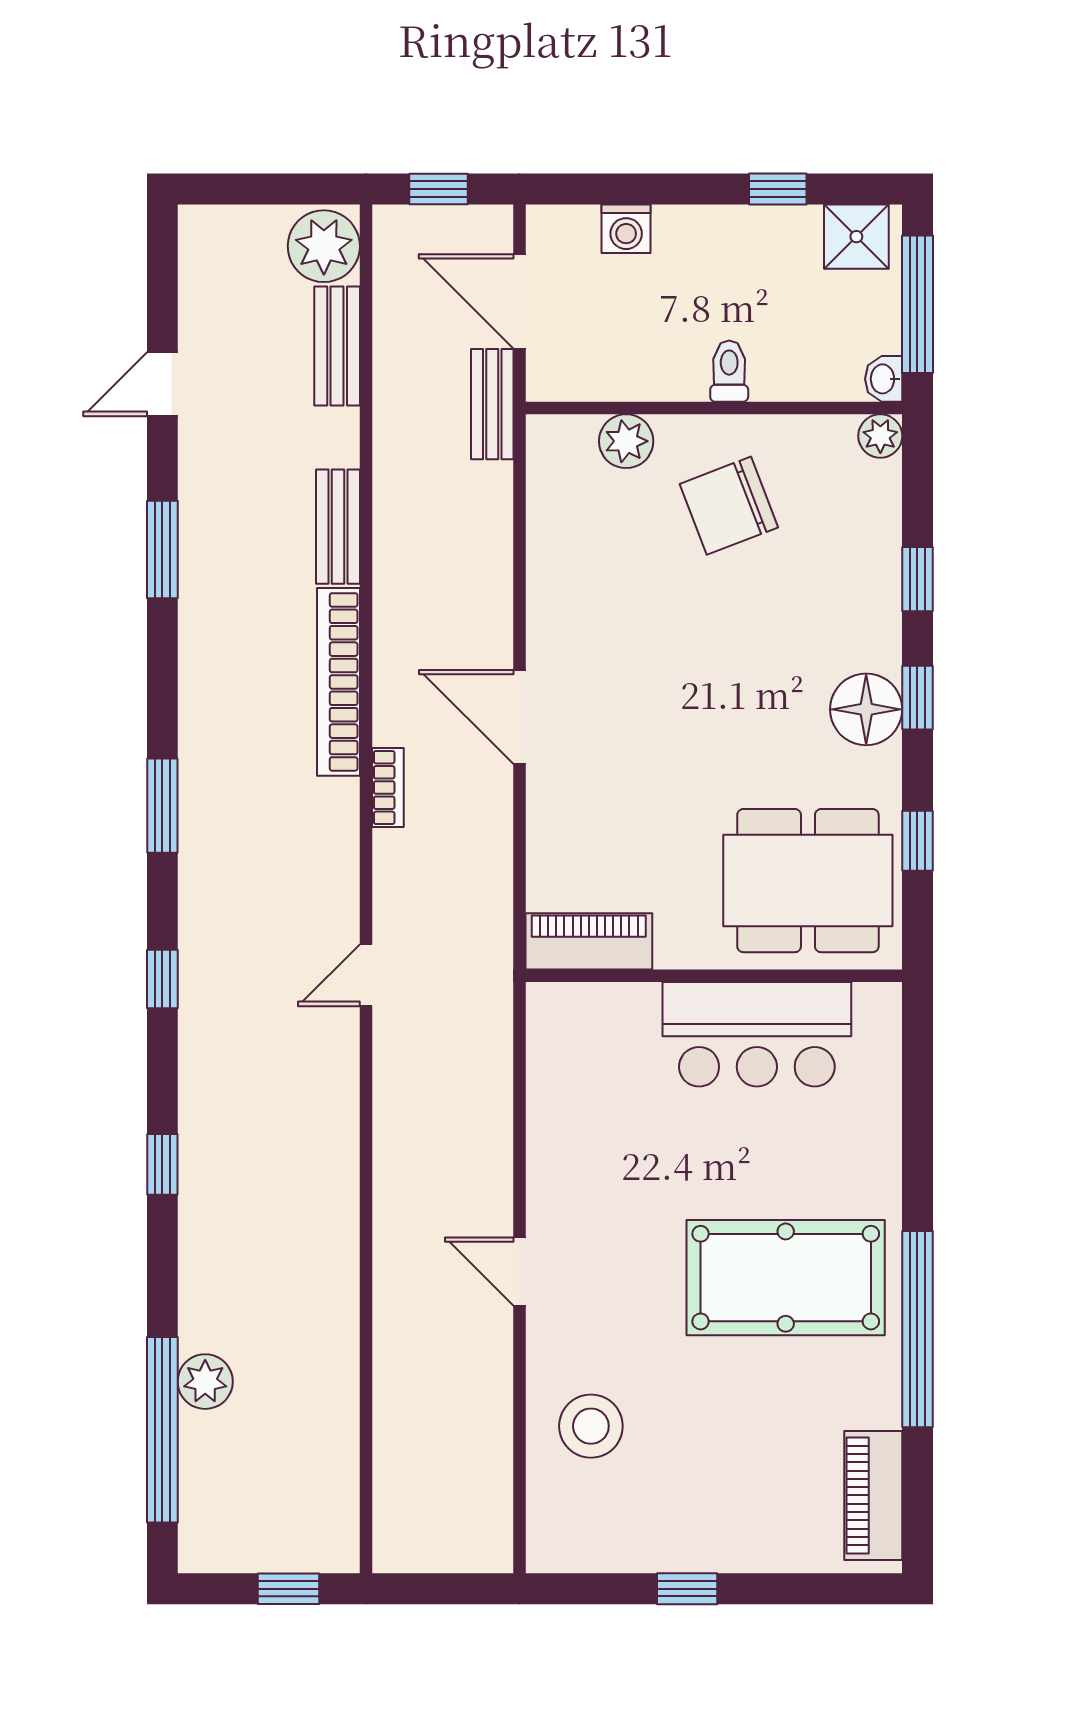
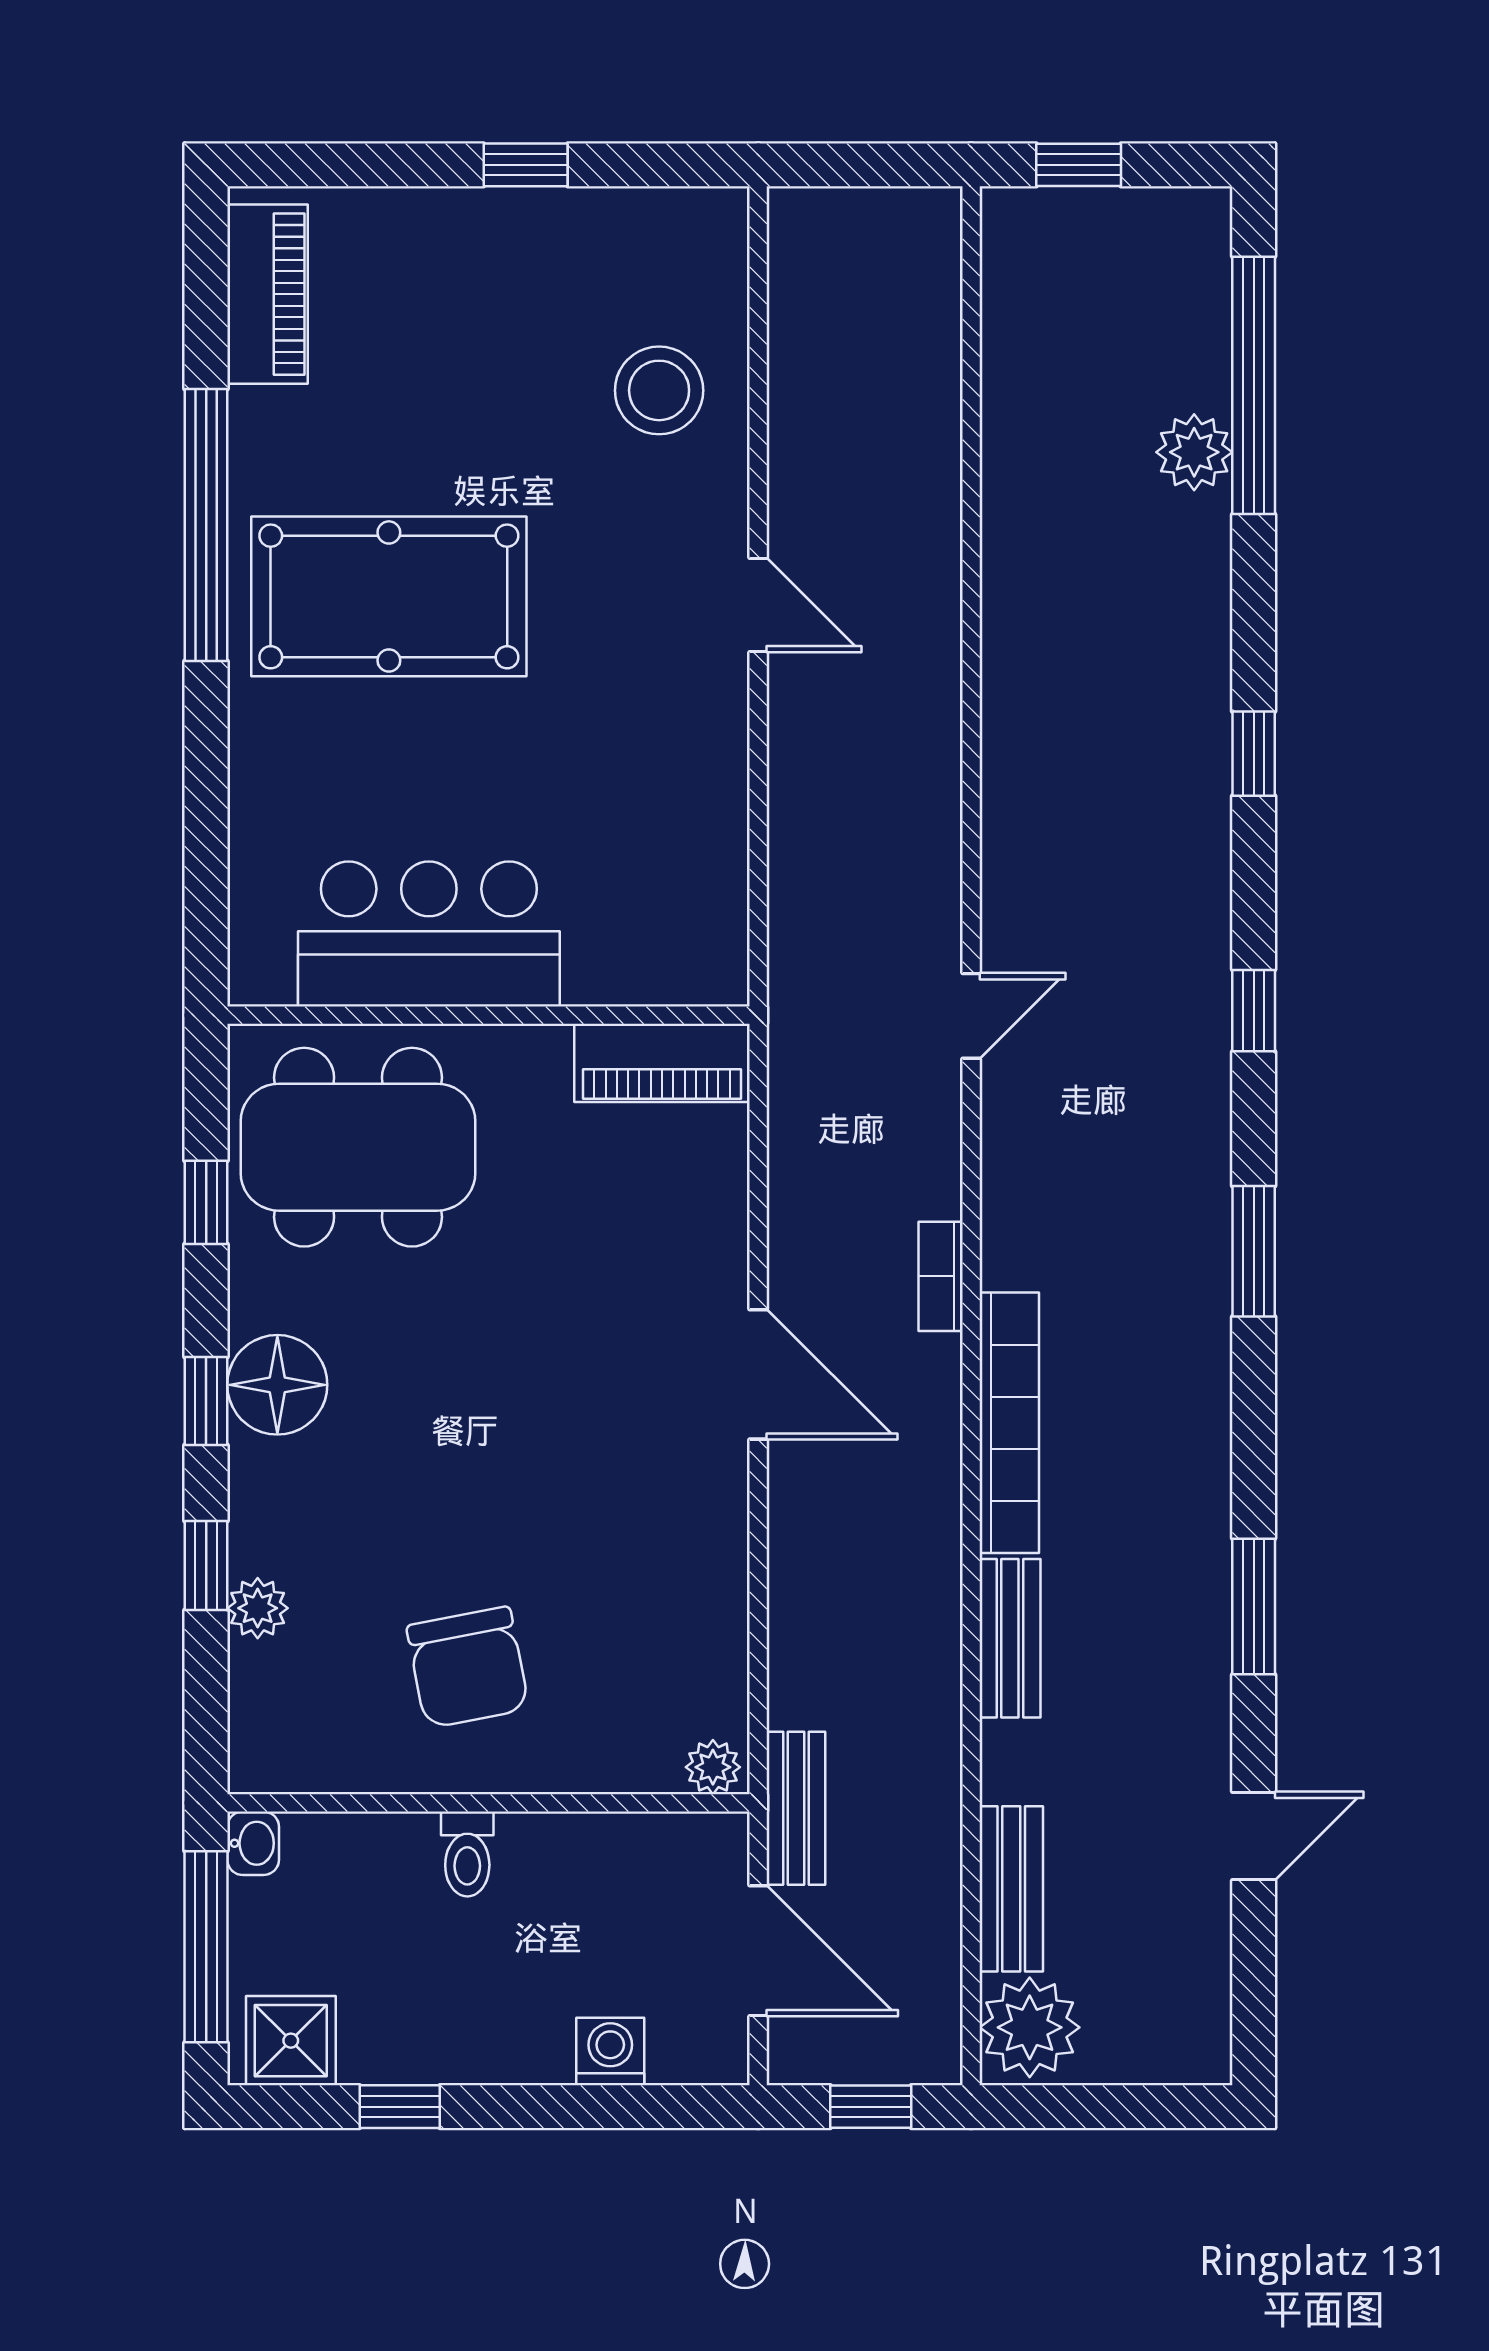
plant: (880, 436) -> (258, 1608), moved
plant: (626, 441) -> (713, 1767), moved, width x0.73, depth x0.73
chair: (729, 506) -> (468, 1667), turned 100

